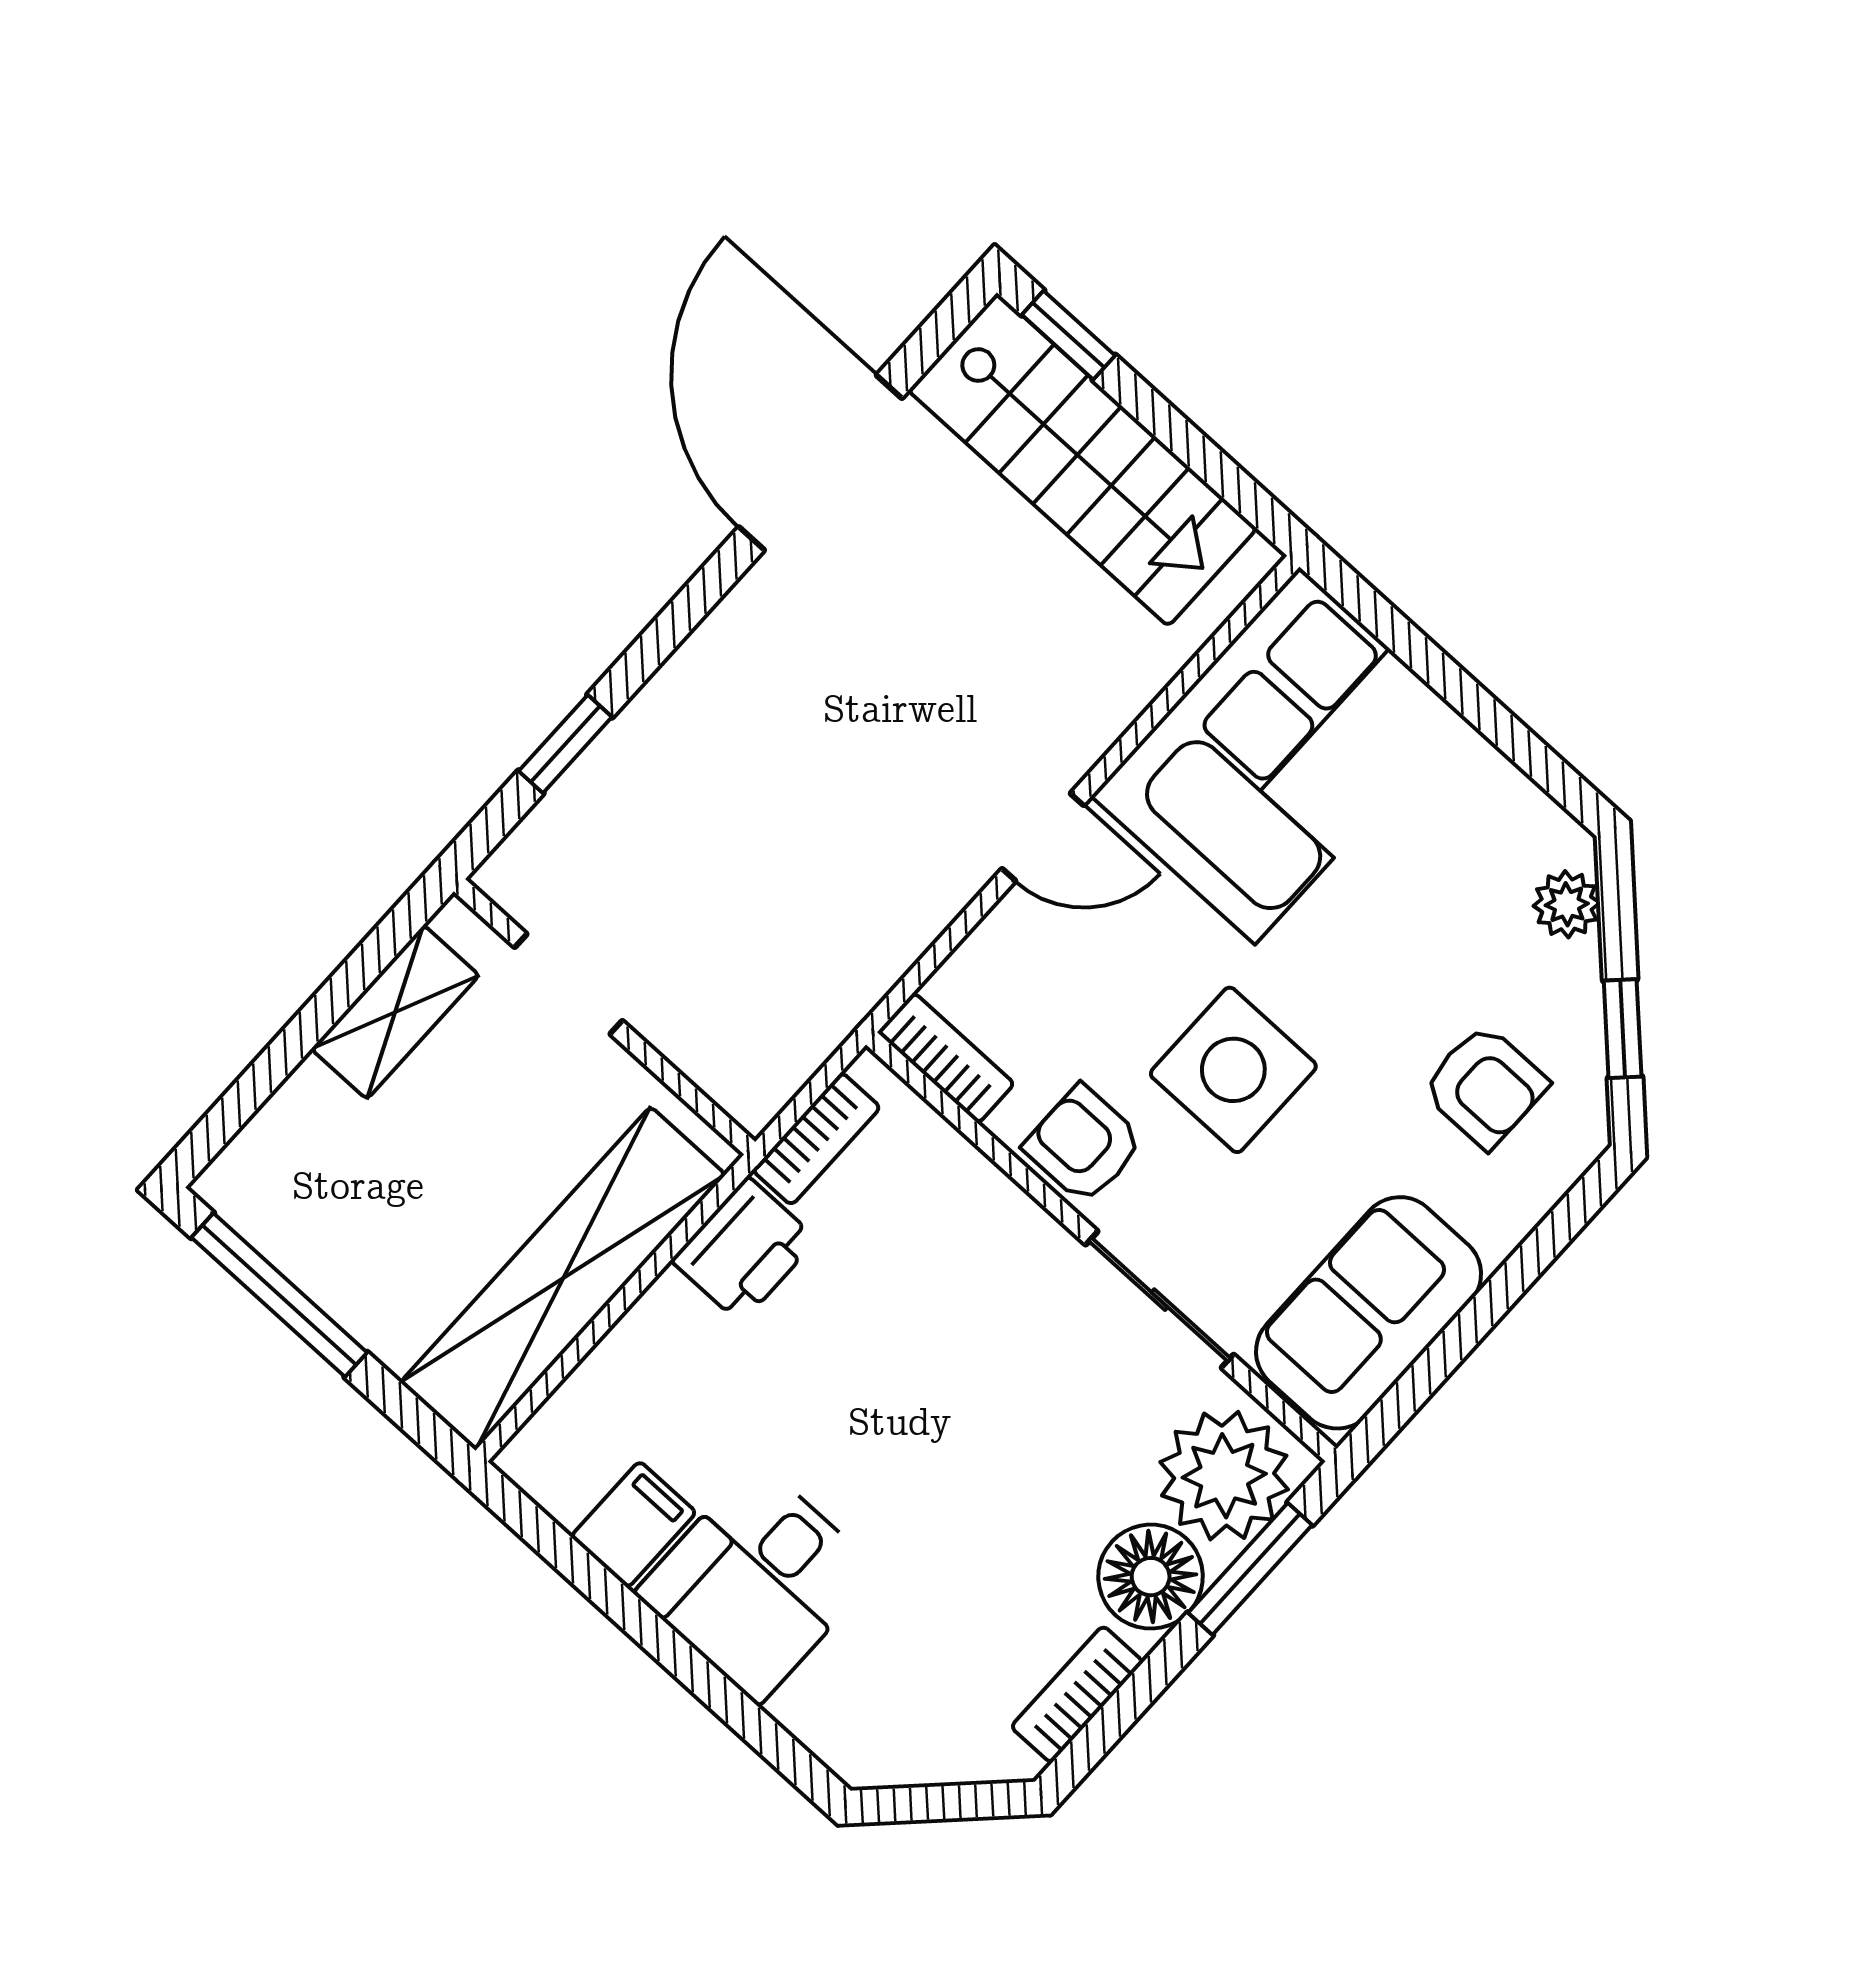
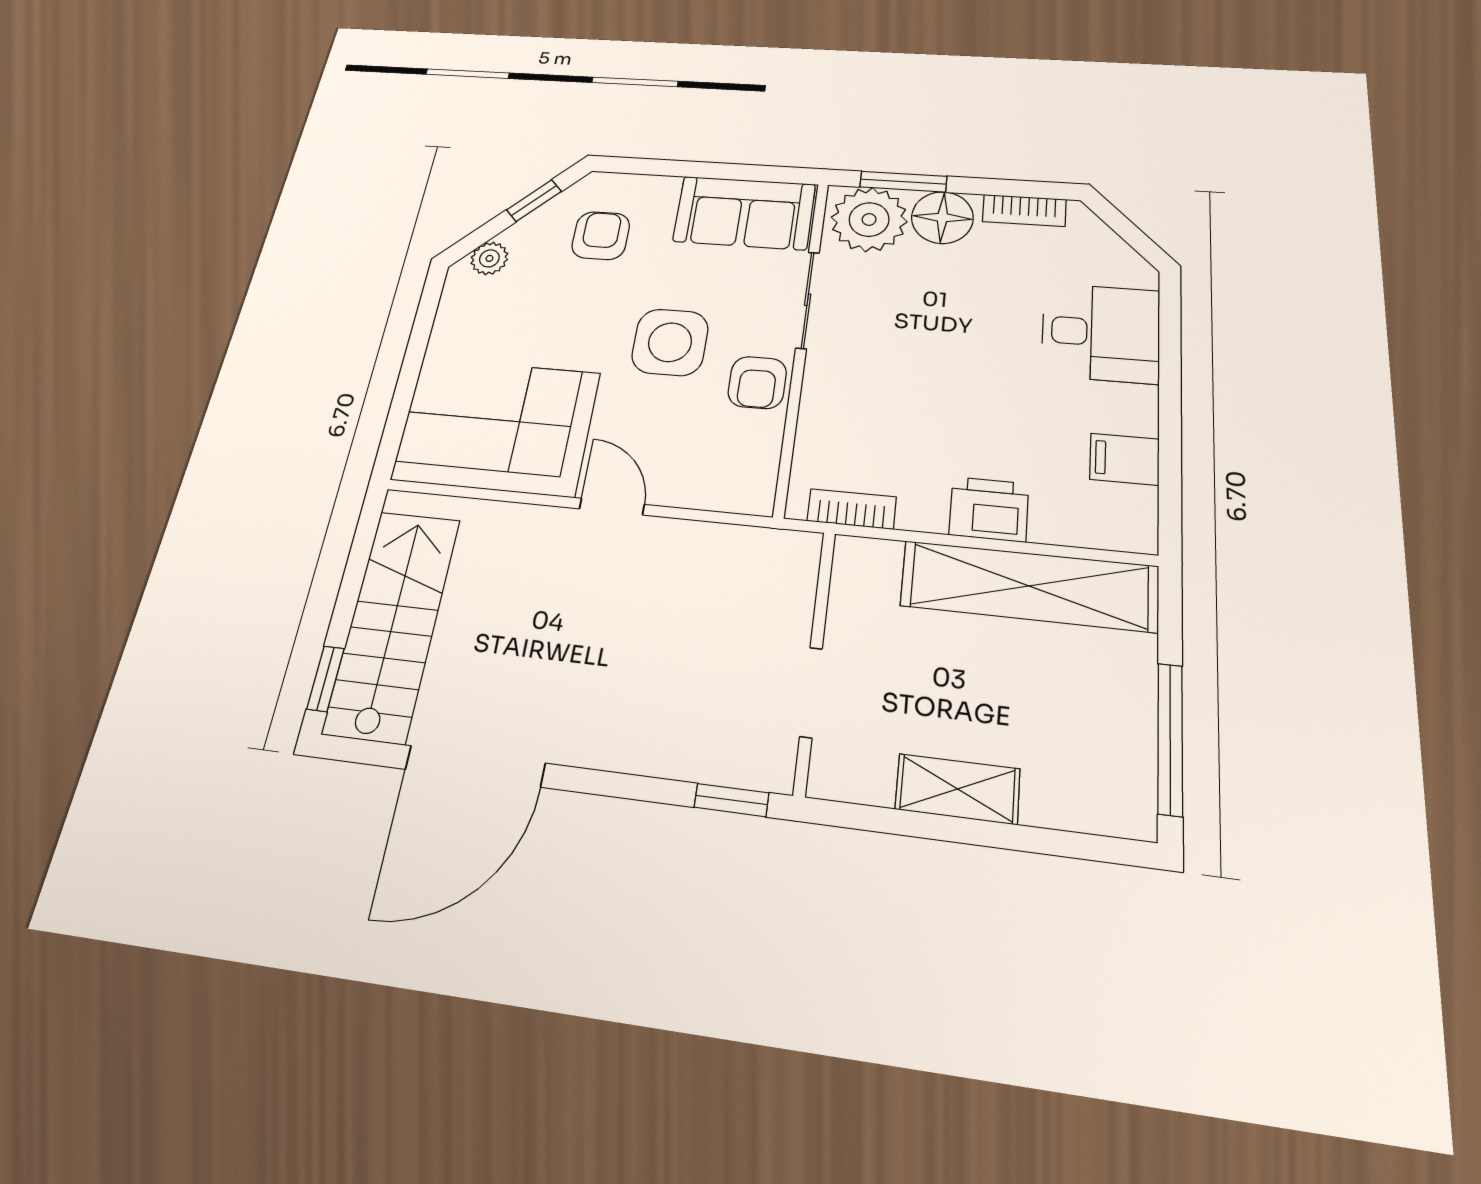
doorway: (568, 984) -> (811, 692), moved
wall: (605, 1017) -> (815, 659), moved
bookcase: (946, 1058) -> (761, 475), removed
printer: (744, 1250) -> (989, 509), moved
desk: (757, 1582) -> (1101, 333), moved

